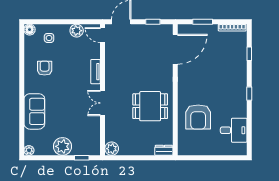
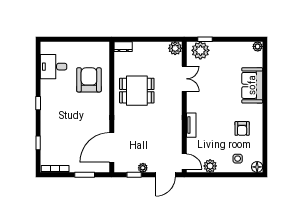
plant: (144, 29) -> (143, 168), added
double door: (103, 103) -> (184, 79), moved
plant: (62, 146) -> (200, 50), moved

